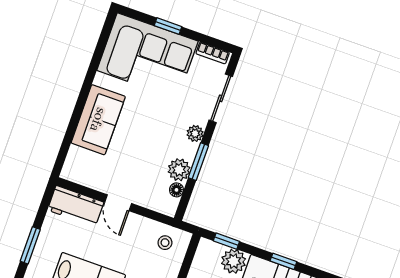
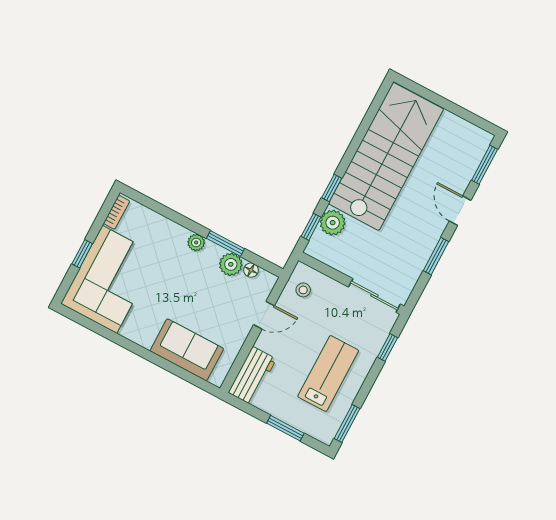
sliding door: (221, 98) -> (164, 211), removed
sofa: (98, 120) -> (187, 350), moved
door: (118, 203) -> (264, 315), moved
window: (283, 261) -> (332, 188), moved

